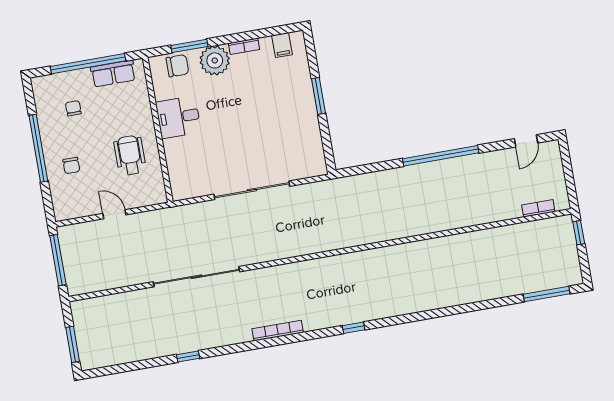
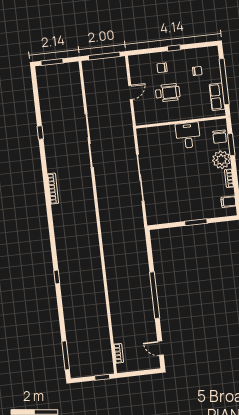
window: (38, 148) -> (174, 48), width x0.32
wheelchair: (130, 155) -> (168, 93), moved
window: (354, 328) -> (57, 277), moved

